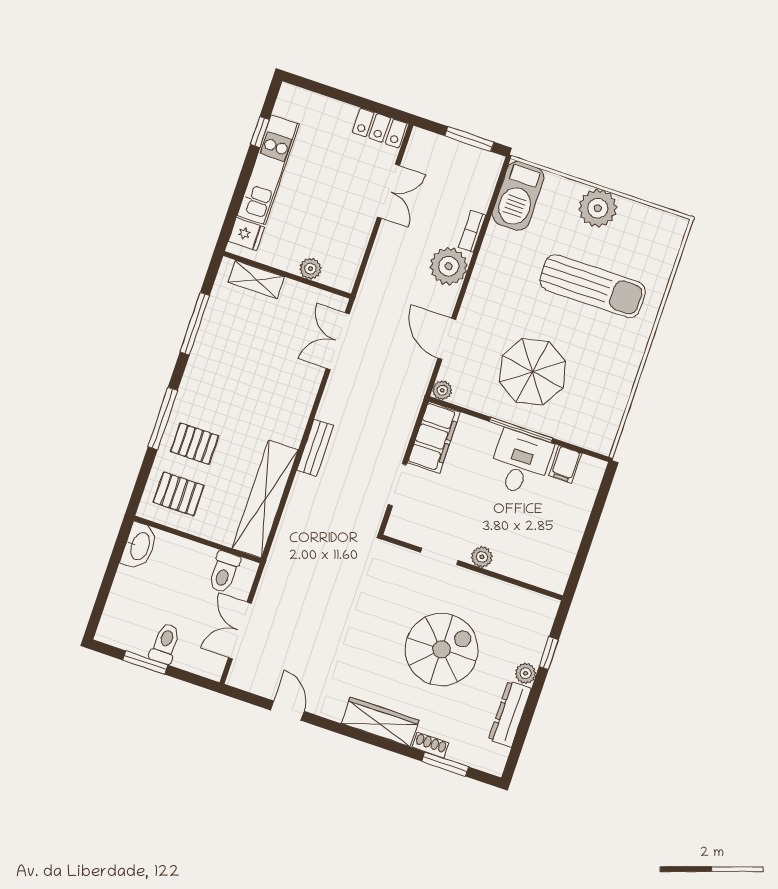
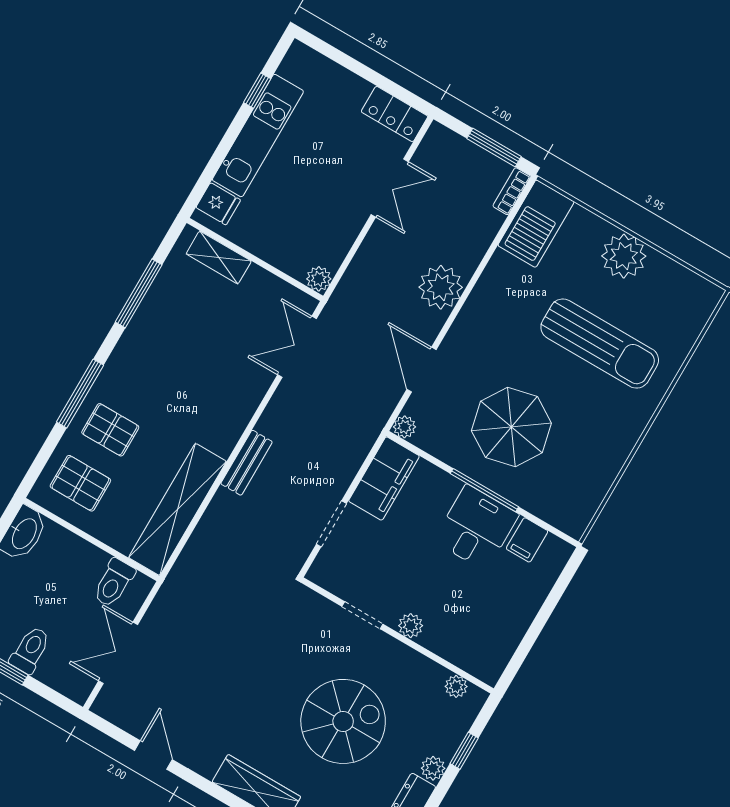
bookcase: (472, 231) -> (512, 191), moved
plant: (310, 269) -> (319, 279), moved
plant: (531, 600) -> (456, 686), added

